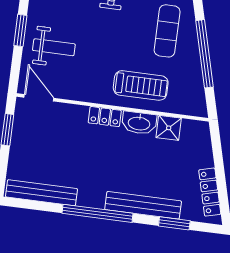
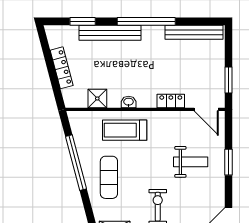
weight bench: (54, 47) -> (191, 162), moved, turned 180
locker: (105, 117) -> (171, 101), moved
washbasin: (139, 123) -> (129, 102), width x0.52, depth x0.69
locker: (210, 192) -> (62, 68), moved

